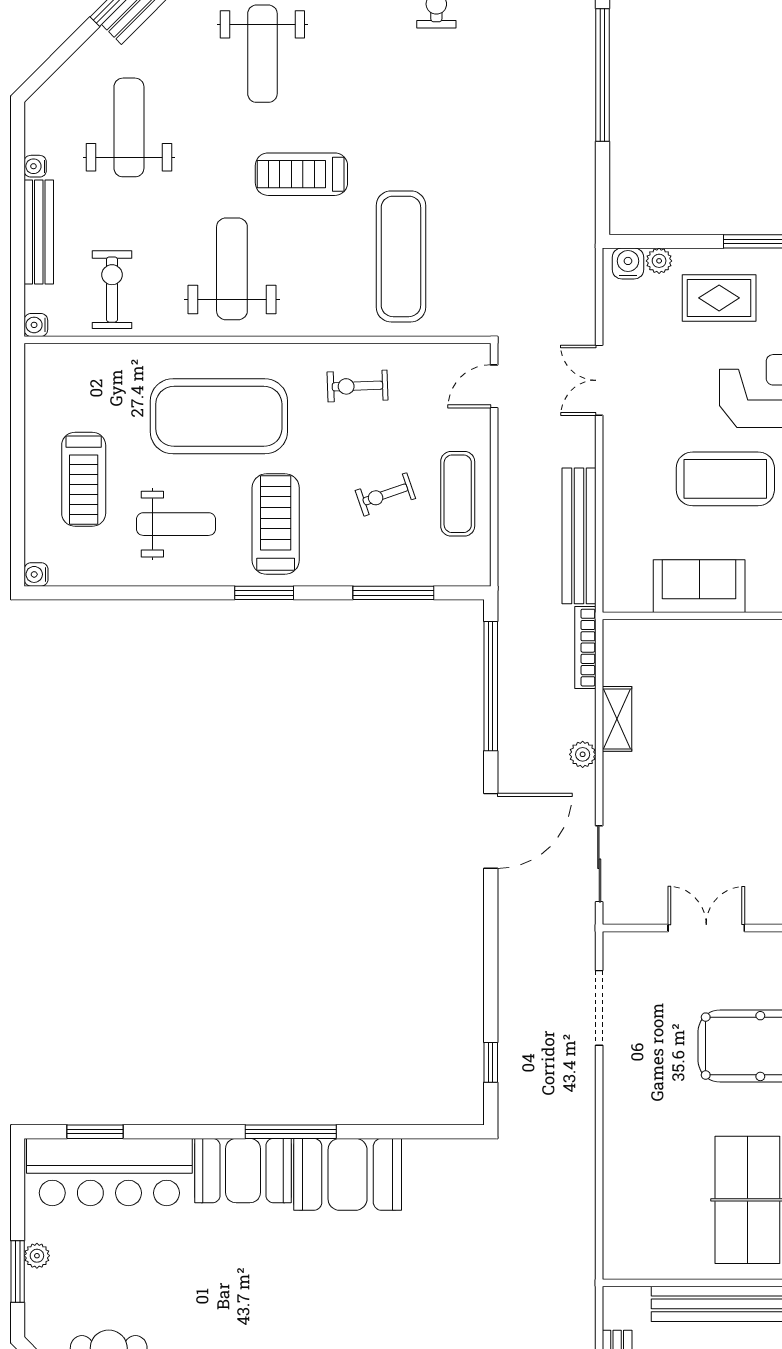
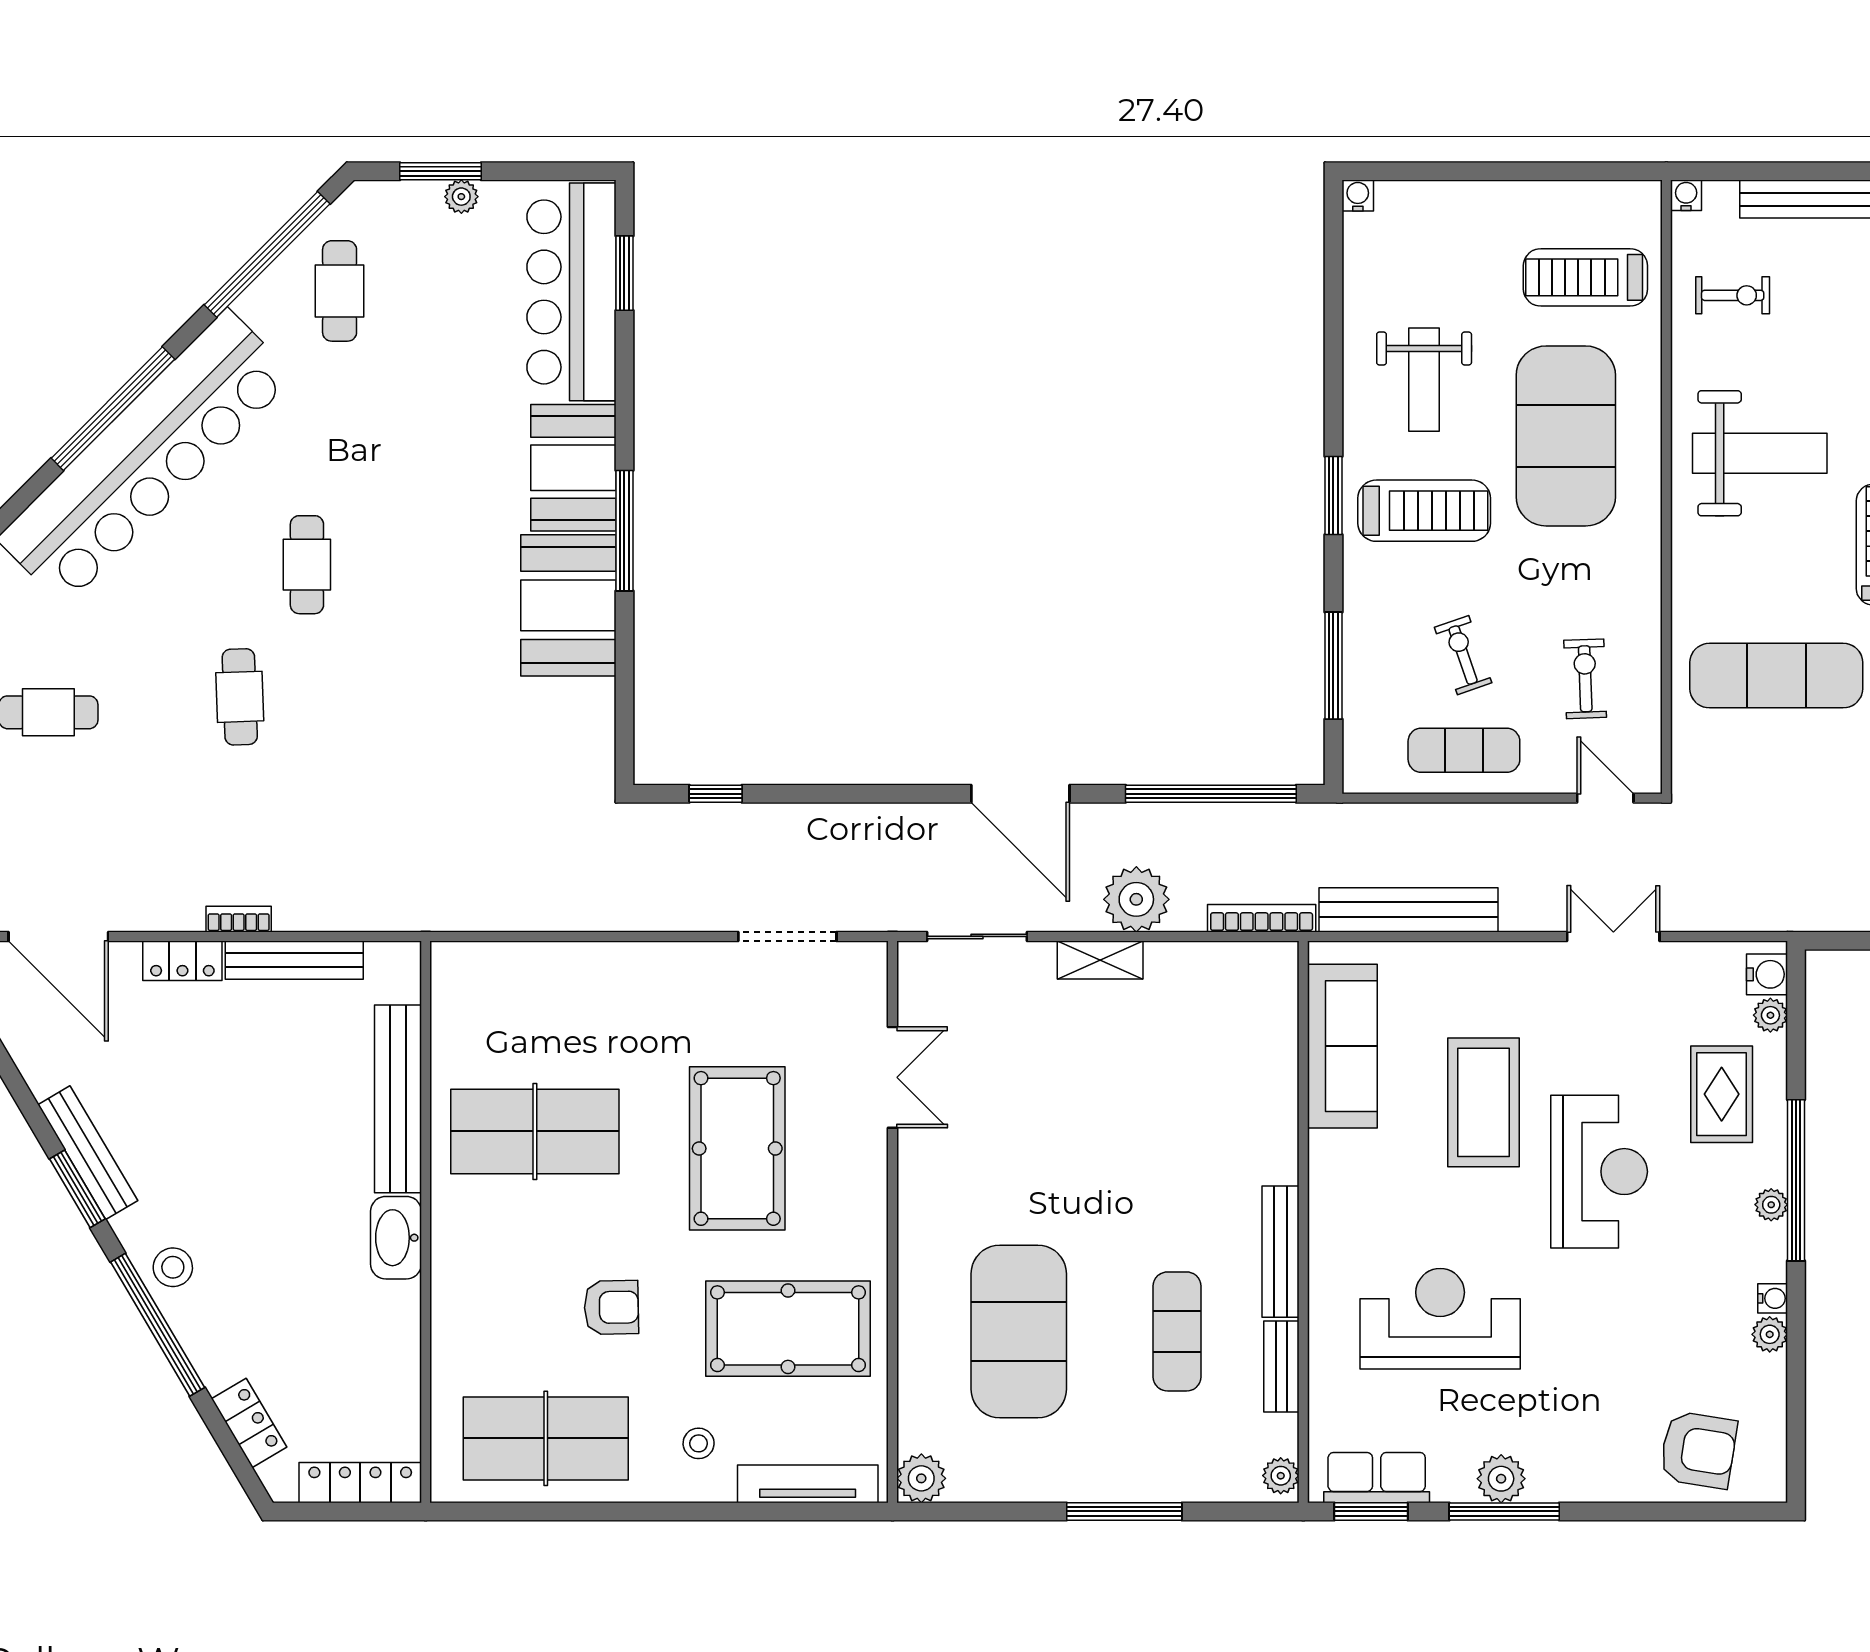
exercise bike: (112, 290) -> (1733, 295), width x0.73, depth x0.72
exercise bike: (357, 386) -> (1585, 679), moved
treadmill: (84, 479) -> (1585, 277), moved
sofa: (699, 586) -> (1342, 1046), width x1.36
shelving: (617, 719) -> (1100, 960), moved
plant: (583, 754) -> (1136, 899), width x1.88, depth x1.88

